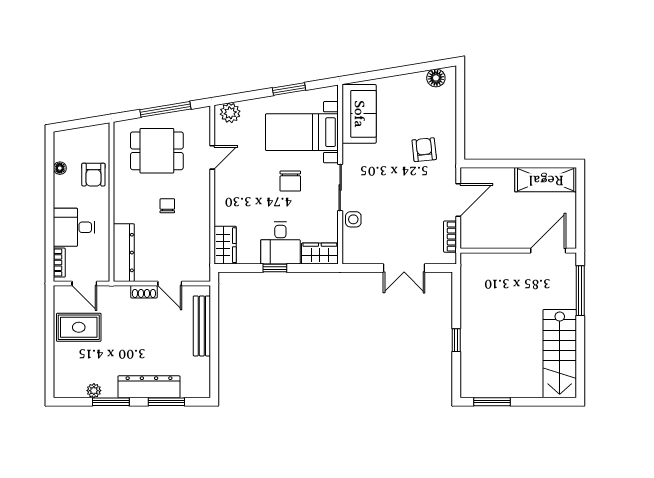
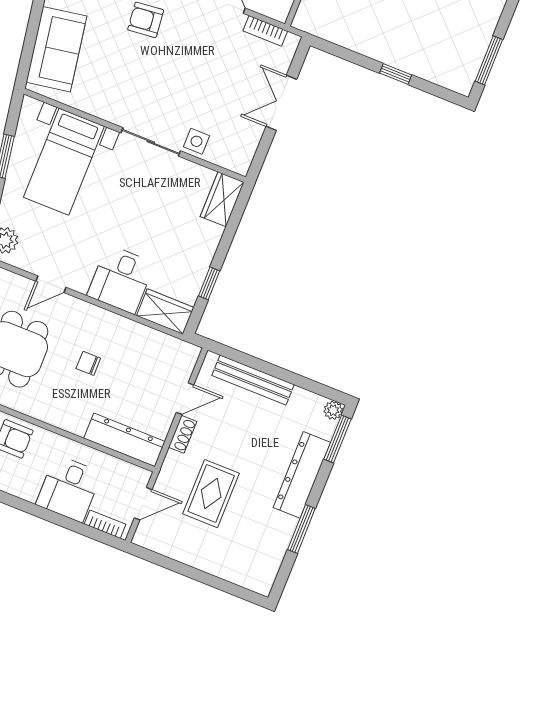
sofa: (359, 114) -> (57, 49), moved, turned 81
door: (212, 157) -> (51, 284), swing flipped
chair: (290, 181) -> (118, 200), removed
desk: (280, 243) -> (121, 279), moved, turned 90
window: (275, 268) -> (209, 283), moved
double door: (404, 268) -> (281, 103), swing flipped
rug: (79, 327) -> (211, 494), moved
plant: (94, 391) -> (333, 410), moved
window: (166, 402) -> (337, 439), moved

